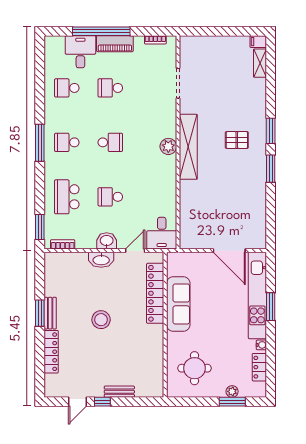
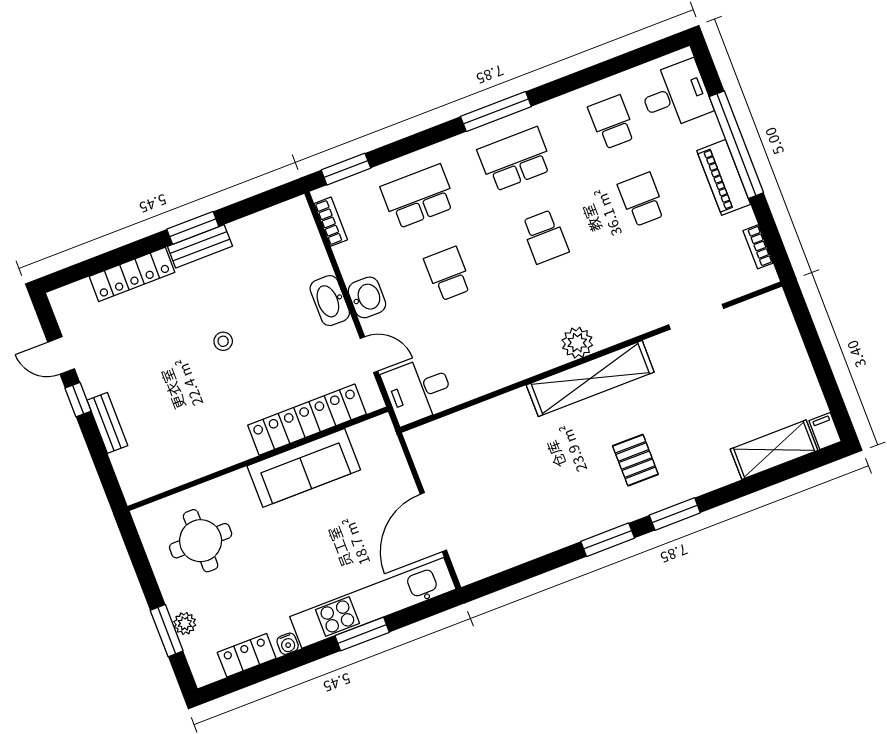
desk: (80, 52) -> (675, 95), moved
shelving: (260, 63) -> (774, 450), width x1.50, depth x1.33
school desk: (67, 142) -> (515, 159), width x1.85
stool: (101, 320) -> (223, 341), width x0.53, depth x0.53

